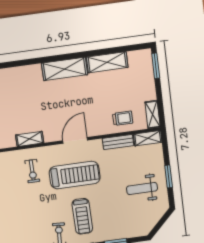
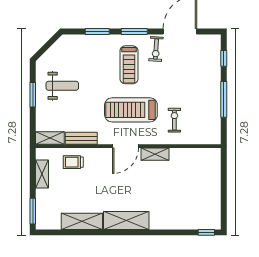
shelving: (153, 114) -> (42, 174), moved
shelving: (30, 139) -> (155, 154), moved
treadmill: (82, 216) -> (129, 65), turned 180

